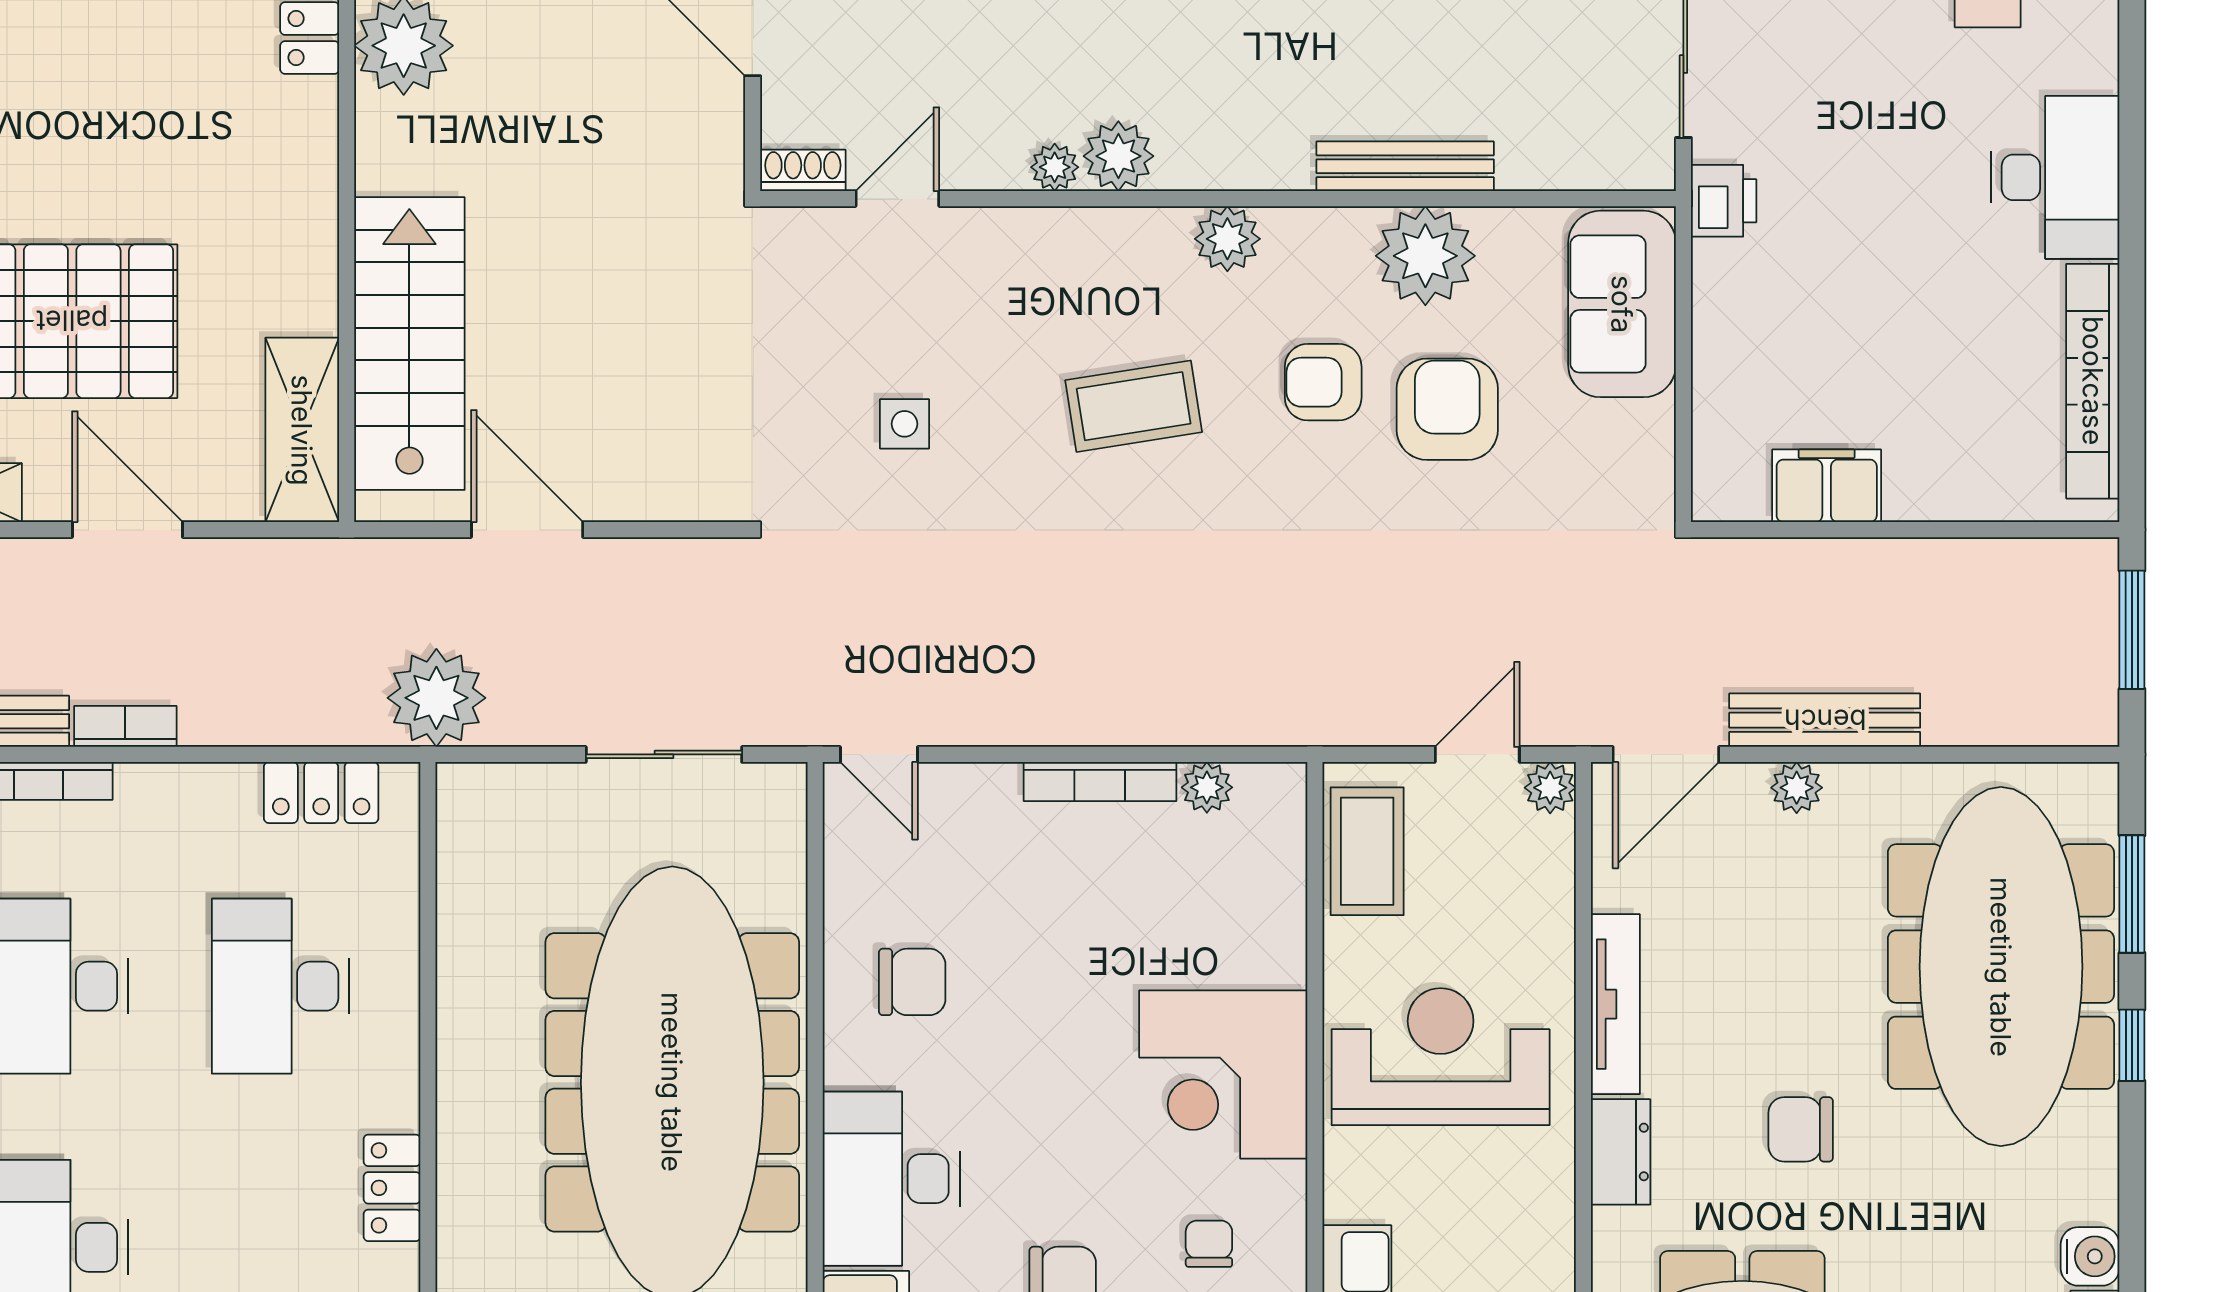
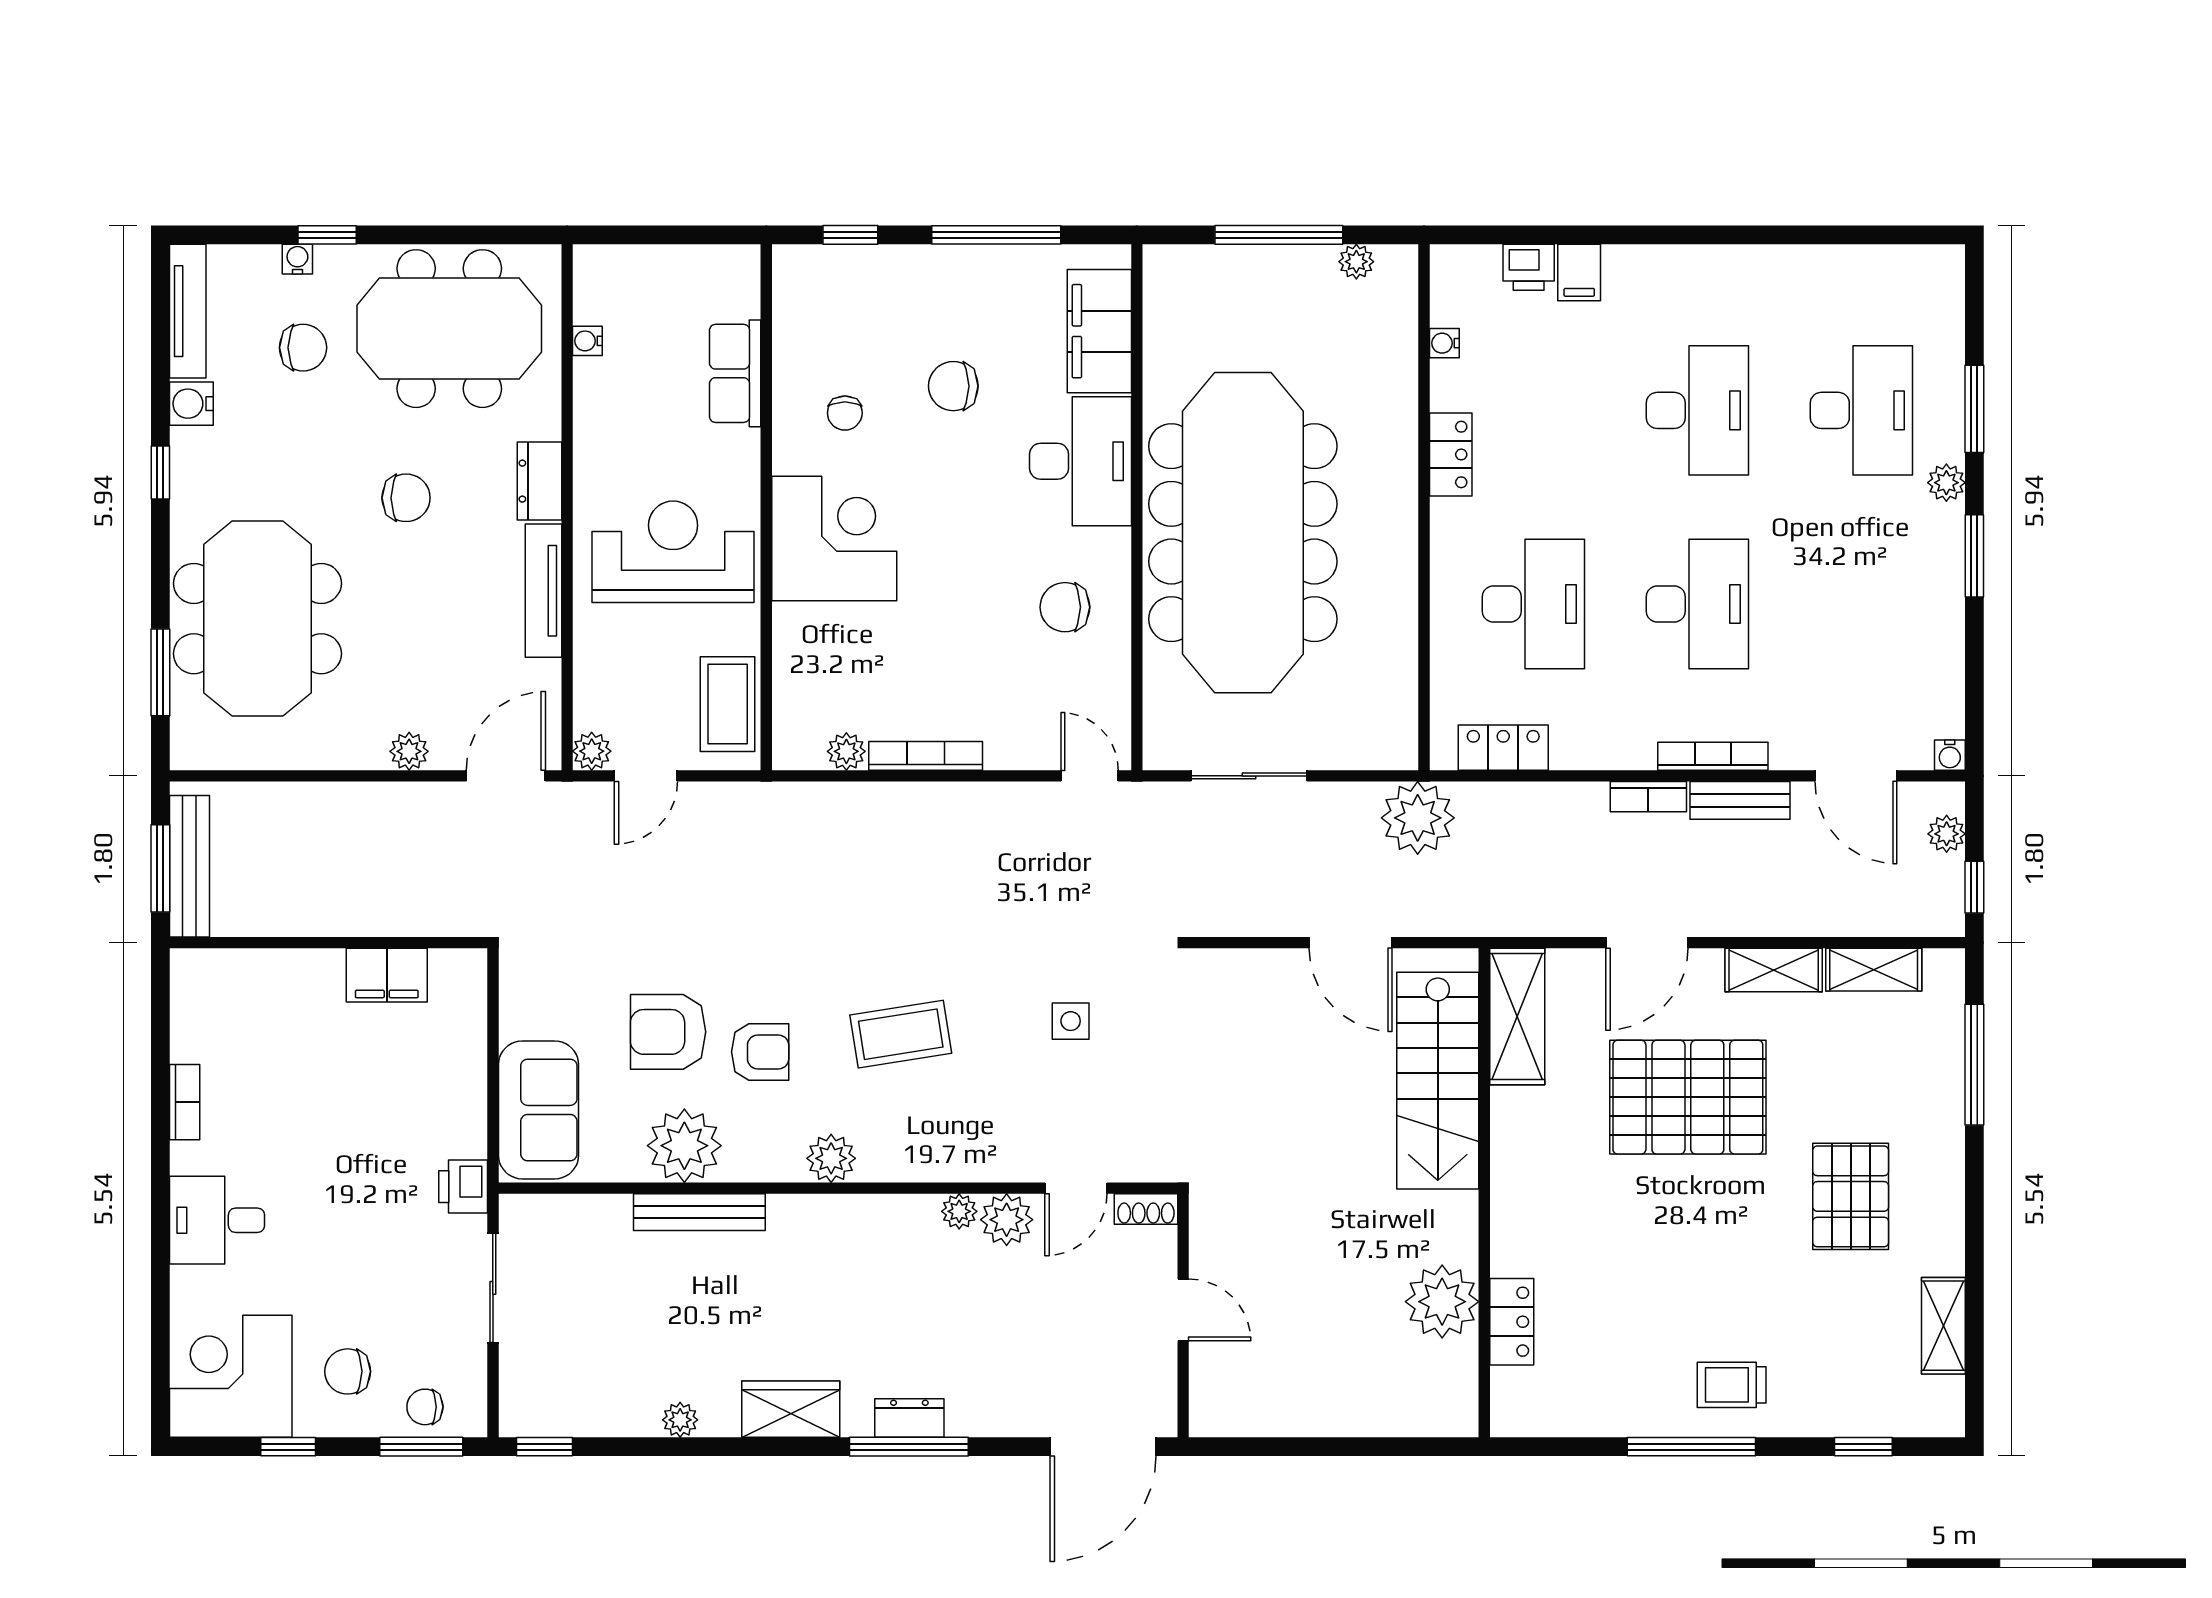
plant: (1118, 156) -> (1007, 1220), moved
desk: (2055, 177) -> (217, 1220), width x0.73
bookcase: (2093, 381) -> (185, 1102), width x0.43, depth x0.76
armchair: (1447, 409) -> (668, 1032), turned 90
door: (127, 530) -> (1647, 943), hinge flipped
bench: (1825, 720) -> (189, 866), moved, turned 90
meeting table: (2001, 967) -> (257, 619), width x0.73
window: (2132, 1045) -> (160, 472), moved
reception desk: (1441, 1057) -> (673, 552), turned 180

